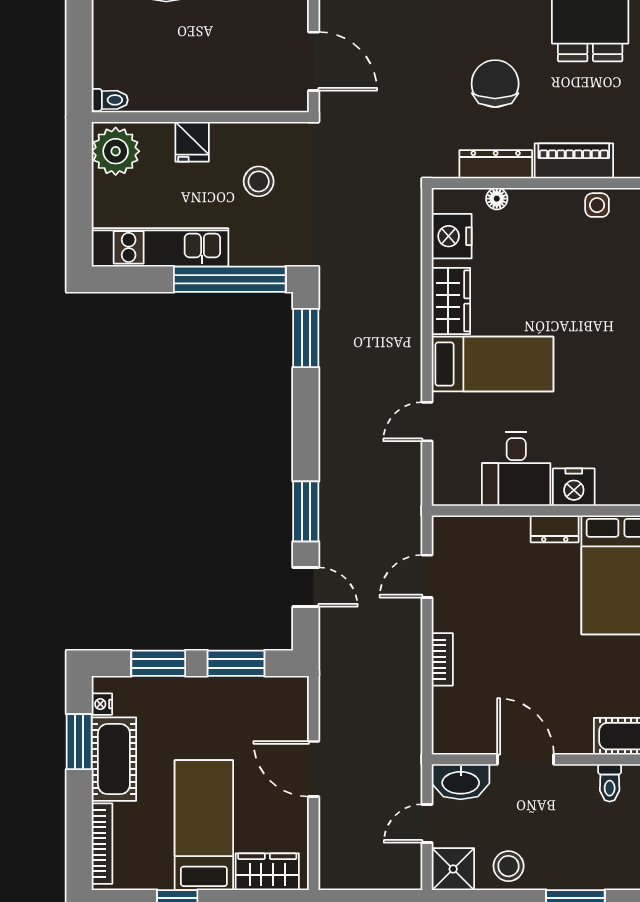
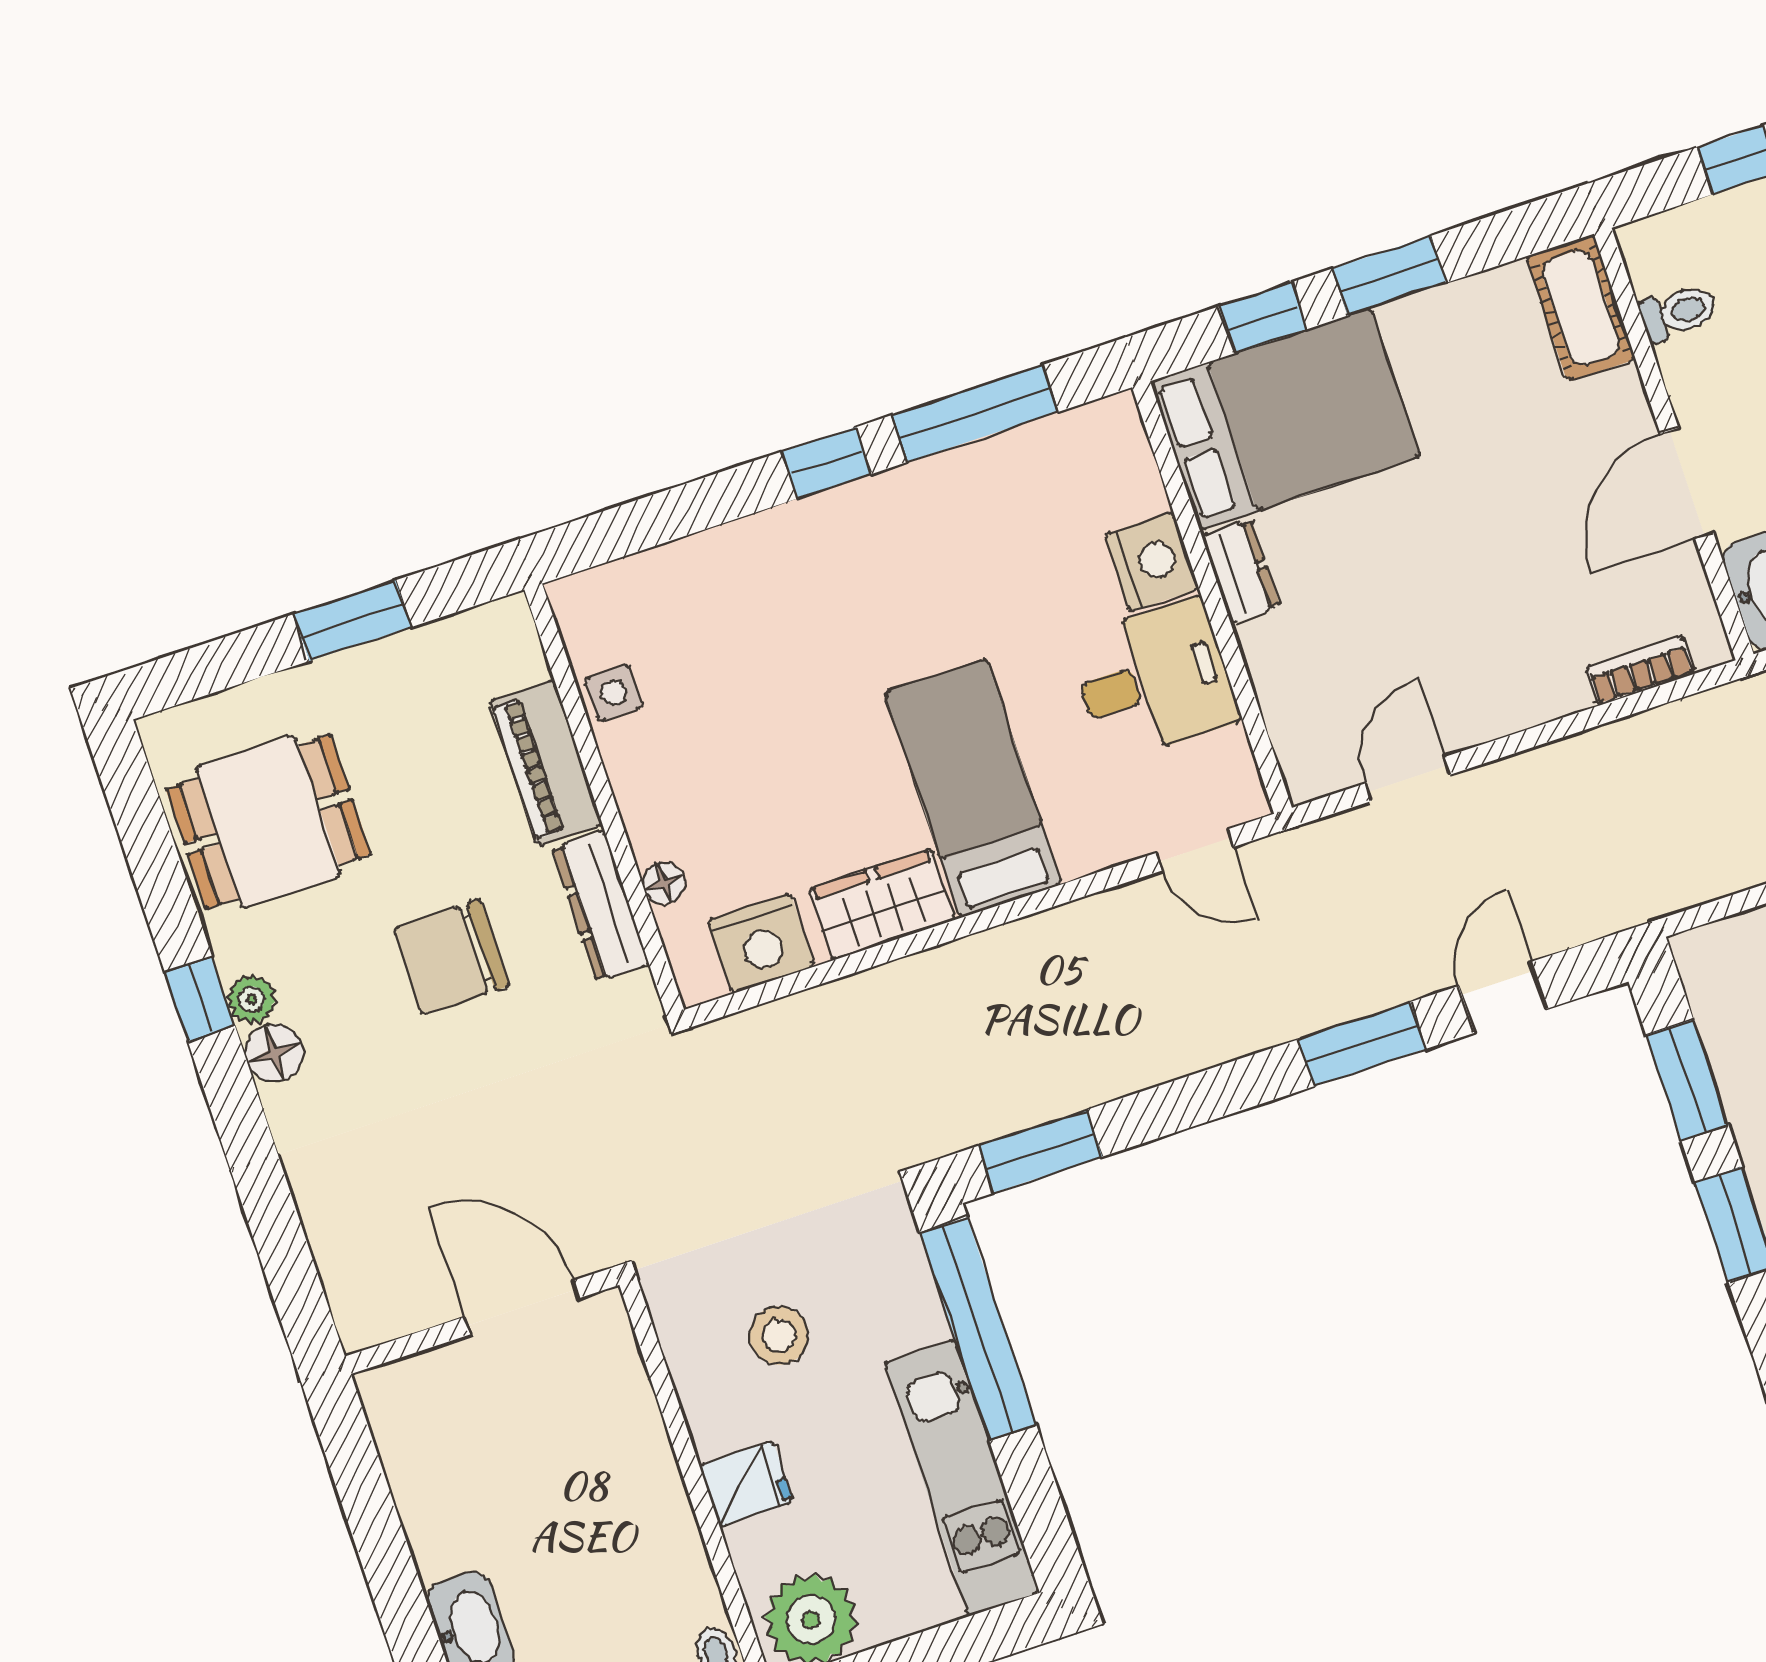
door: (314, 61) -> (522, 1307), hinge flipped
door: (427, 422) -> (1195, 850), moved
door: (427, 576) -> (1408, 779), swing flipped
bookcase: (442, 659) -> (1640, 670), moved

